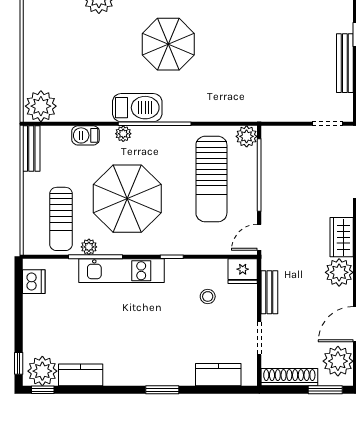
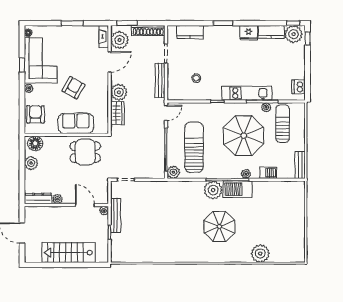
plant: (41, 106) -> (213, 190), moved
fridge: (243, 271) -> (249, 33), moved, turned 180
bench: (269, 292) -> (160, 80), width x1.36

